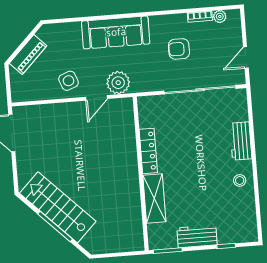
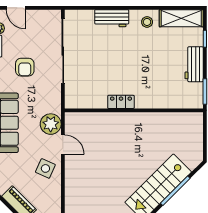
door: (246, 58) -> (16, 8), moved
side table: (69, 81) -> (45, 168), turned 45
locker: (148, 151) -> (121, 102), width x0.66
shelving: (154, 198) -> (181, 18), moved

